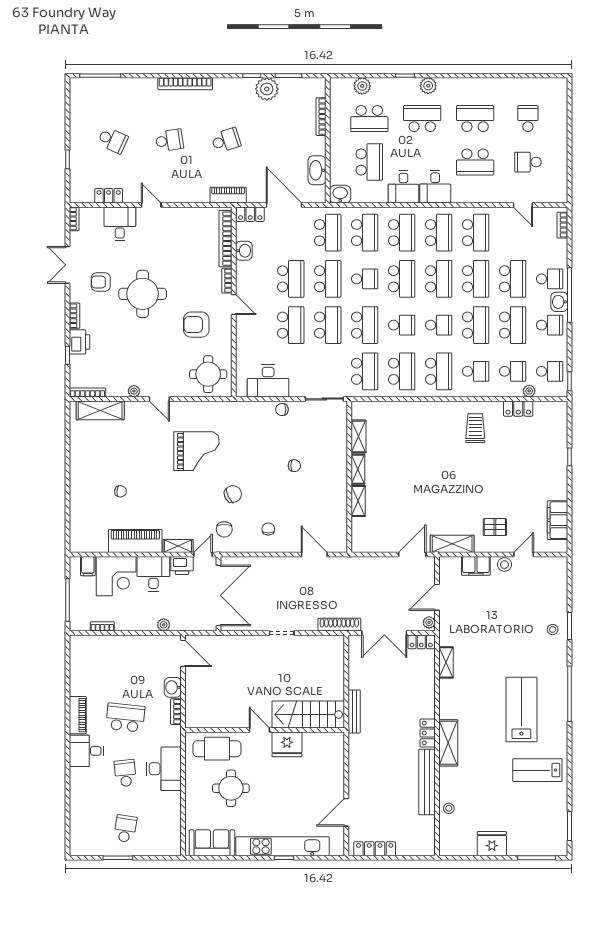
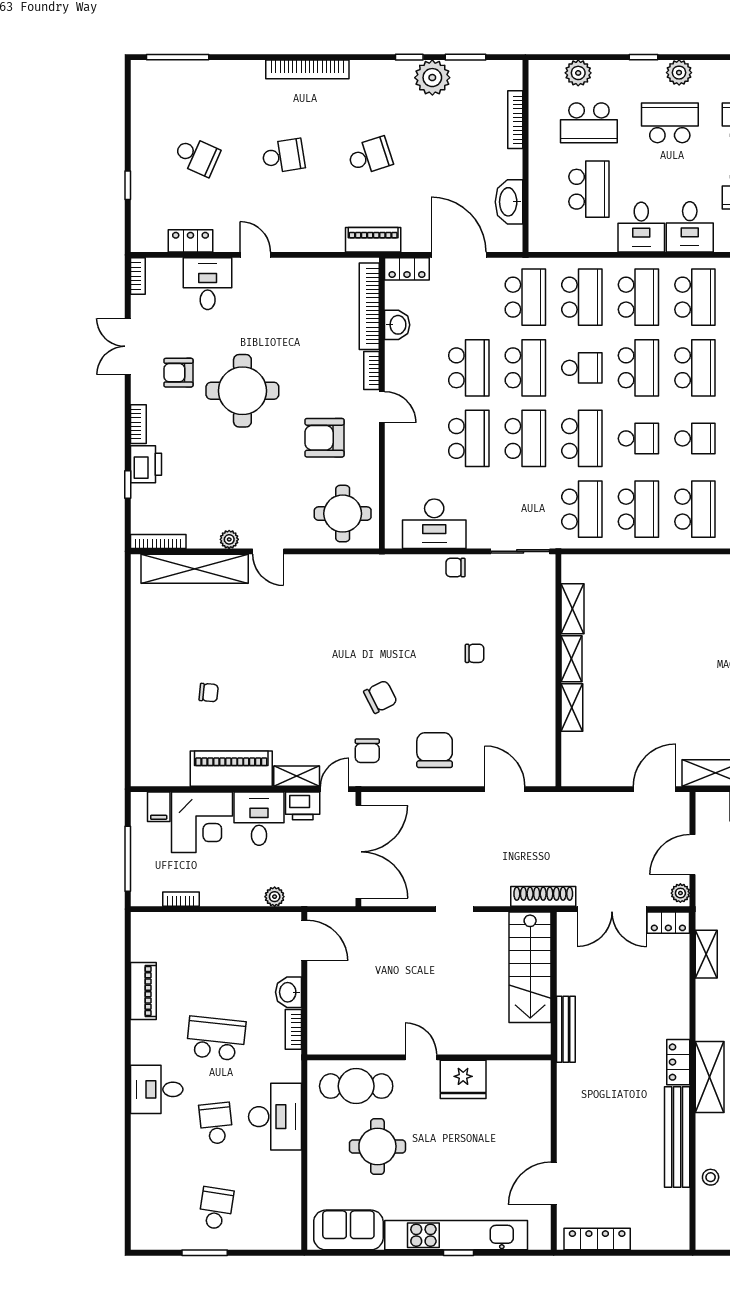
washbasin: (340, 194) -> (544, 238), removed
shelving: (100, 410) -> (195, 569), width x1.47
grand piano: (197, 451) -> (325, 631), removed
chair: (268, 529) -> (435, 750), width x1.87, depth x1.87
stairs: (308, 714) -> (530, 967), moved, turned -90
piano: (78, 715) -> (143, 991), moved

